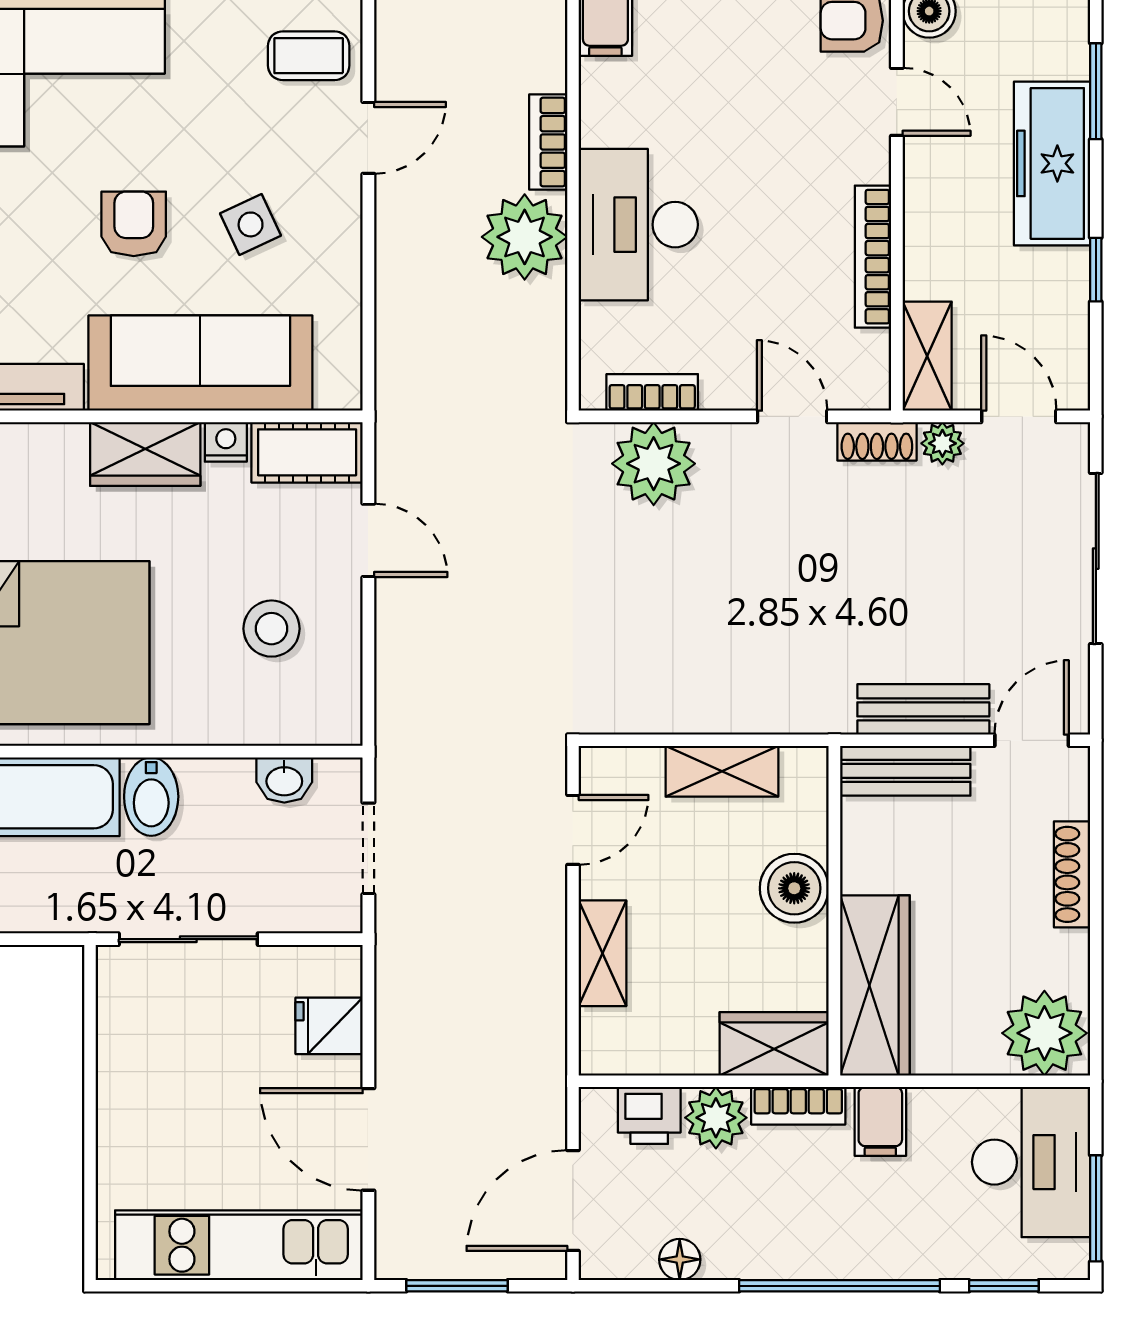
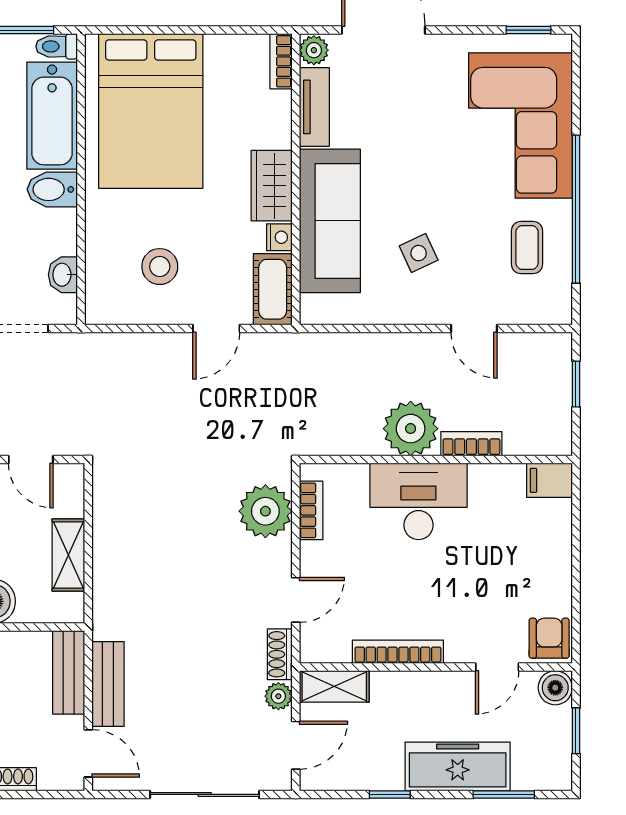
coffee table: (309, 56) -> (527, 247), moved
armchair: (134, 224) -> (419, 178), removed

